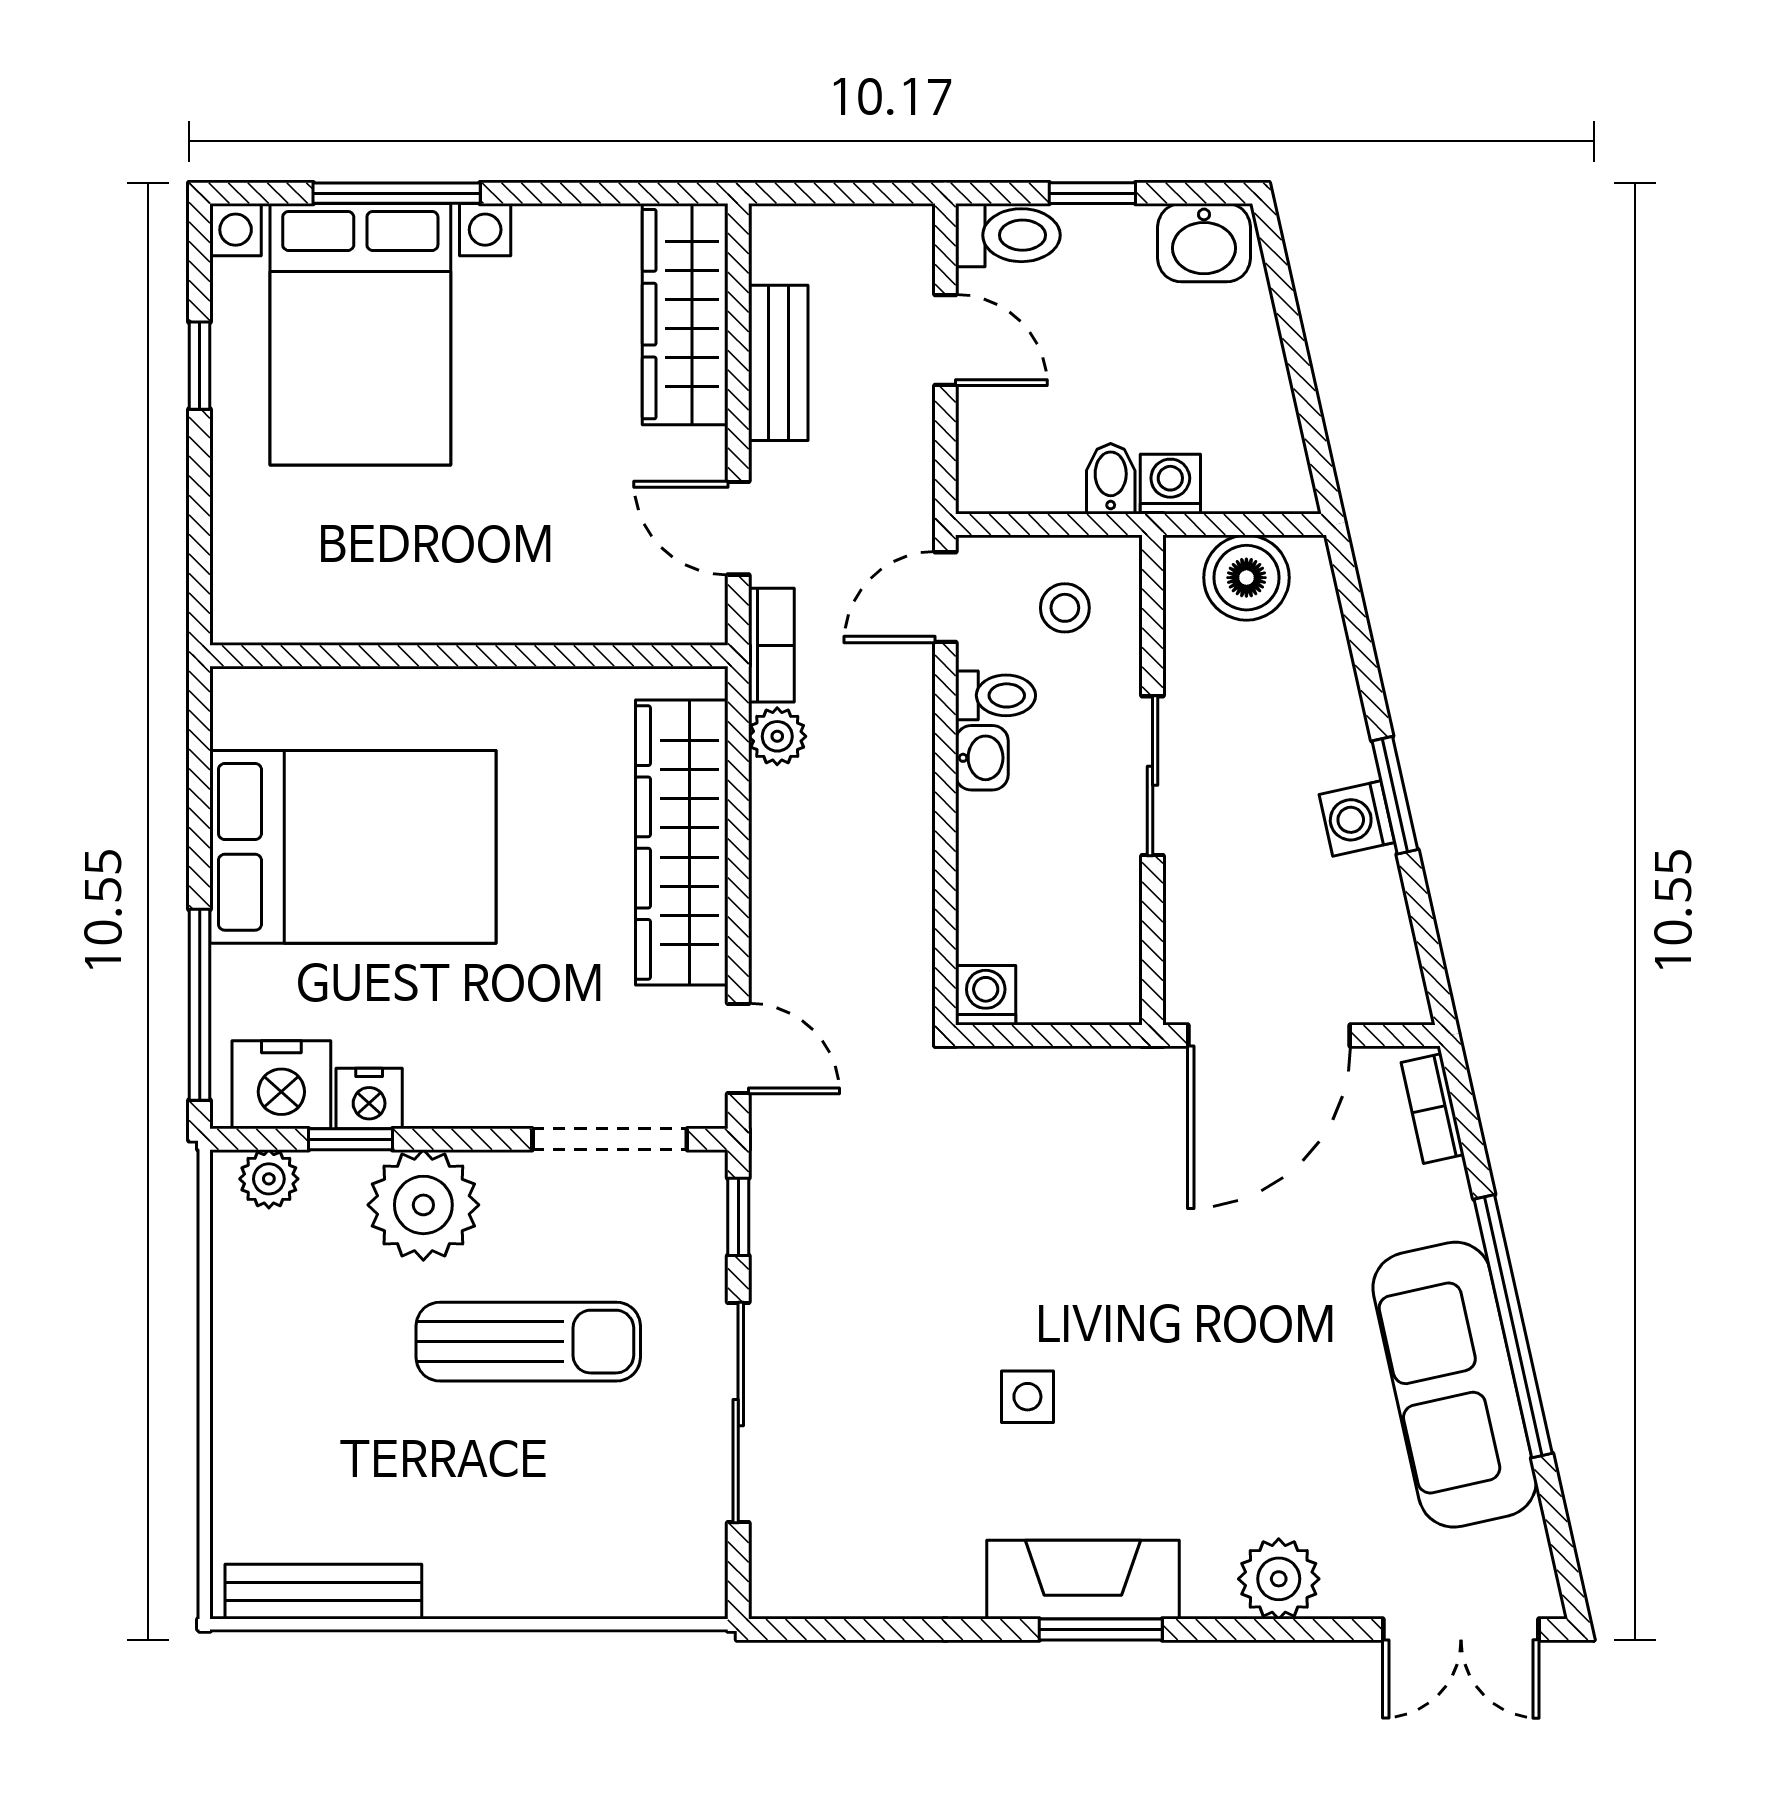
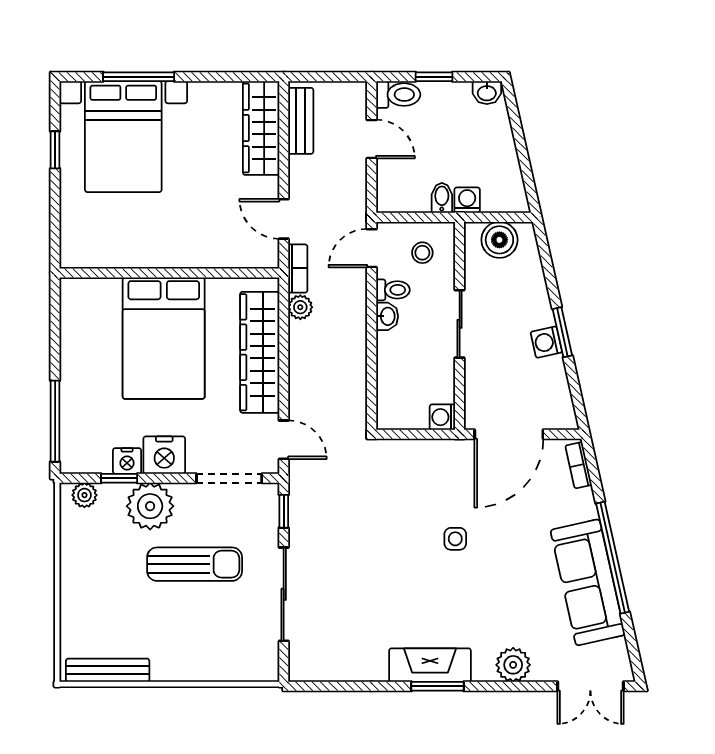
washbasin: (1204, 243) -> (487, 93), width x0.72, depth x0.69
bench: (778, 363) -> (301, 121), moved
bed: (353, 847) -> (164, 338), moved, turned 90
washing machine: (986, 995) -> (442, 417), moved, turned -90
nightstand: (281, 1085) -> (164, 455), moved
side table: (1027, 1397) -> (455, 539), moved

